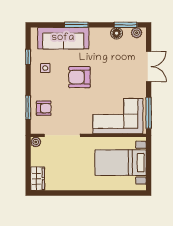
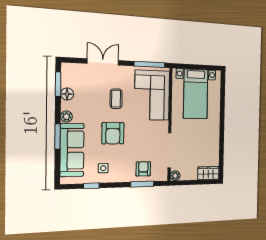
plant: (137, 33) -> (66, 117), moved
coffee table: (113, 80) -> (116, 99), added

